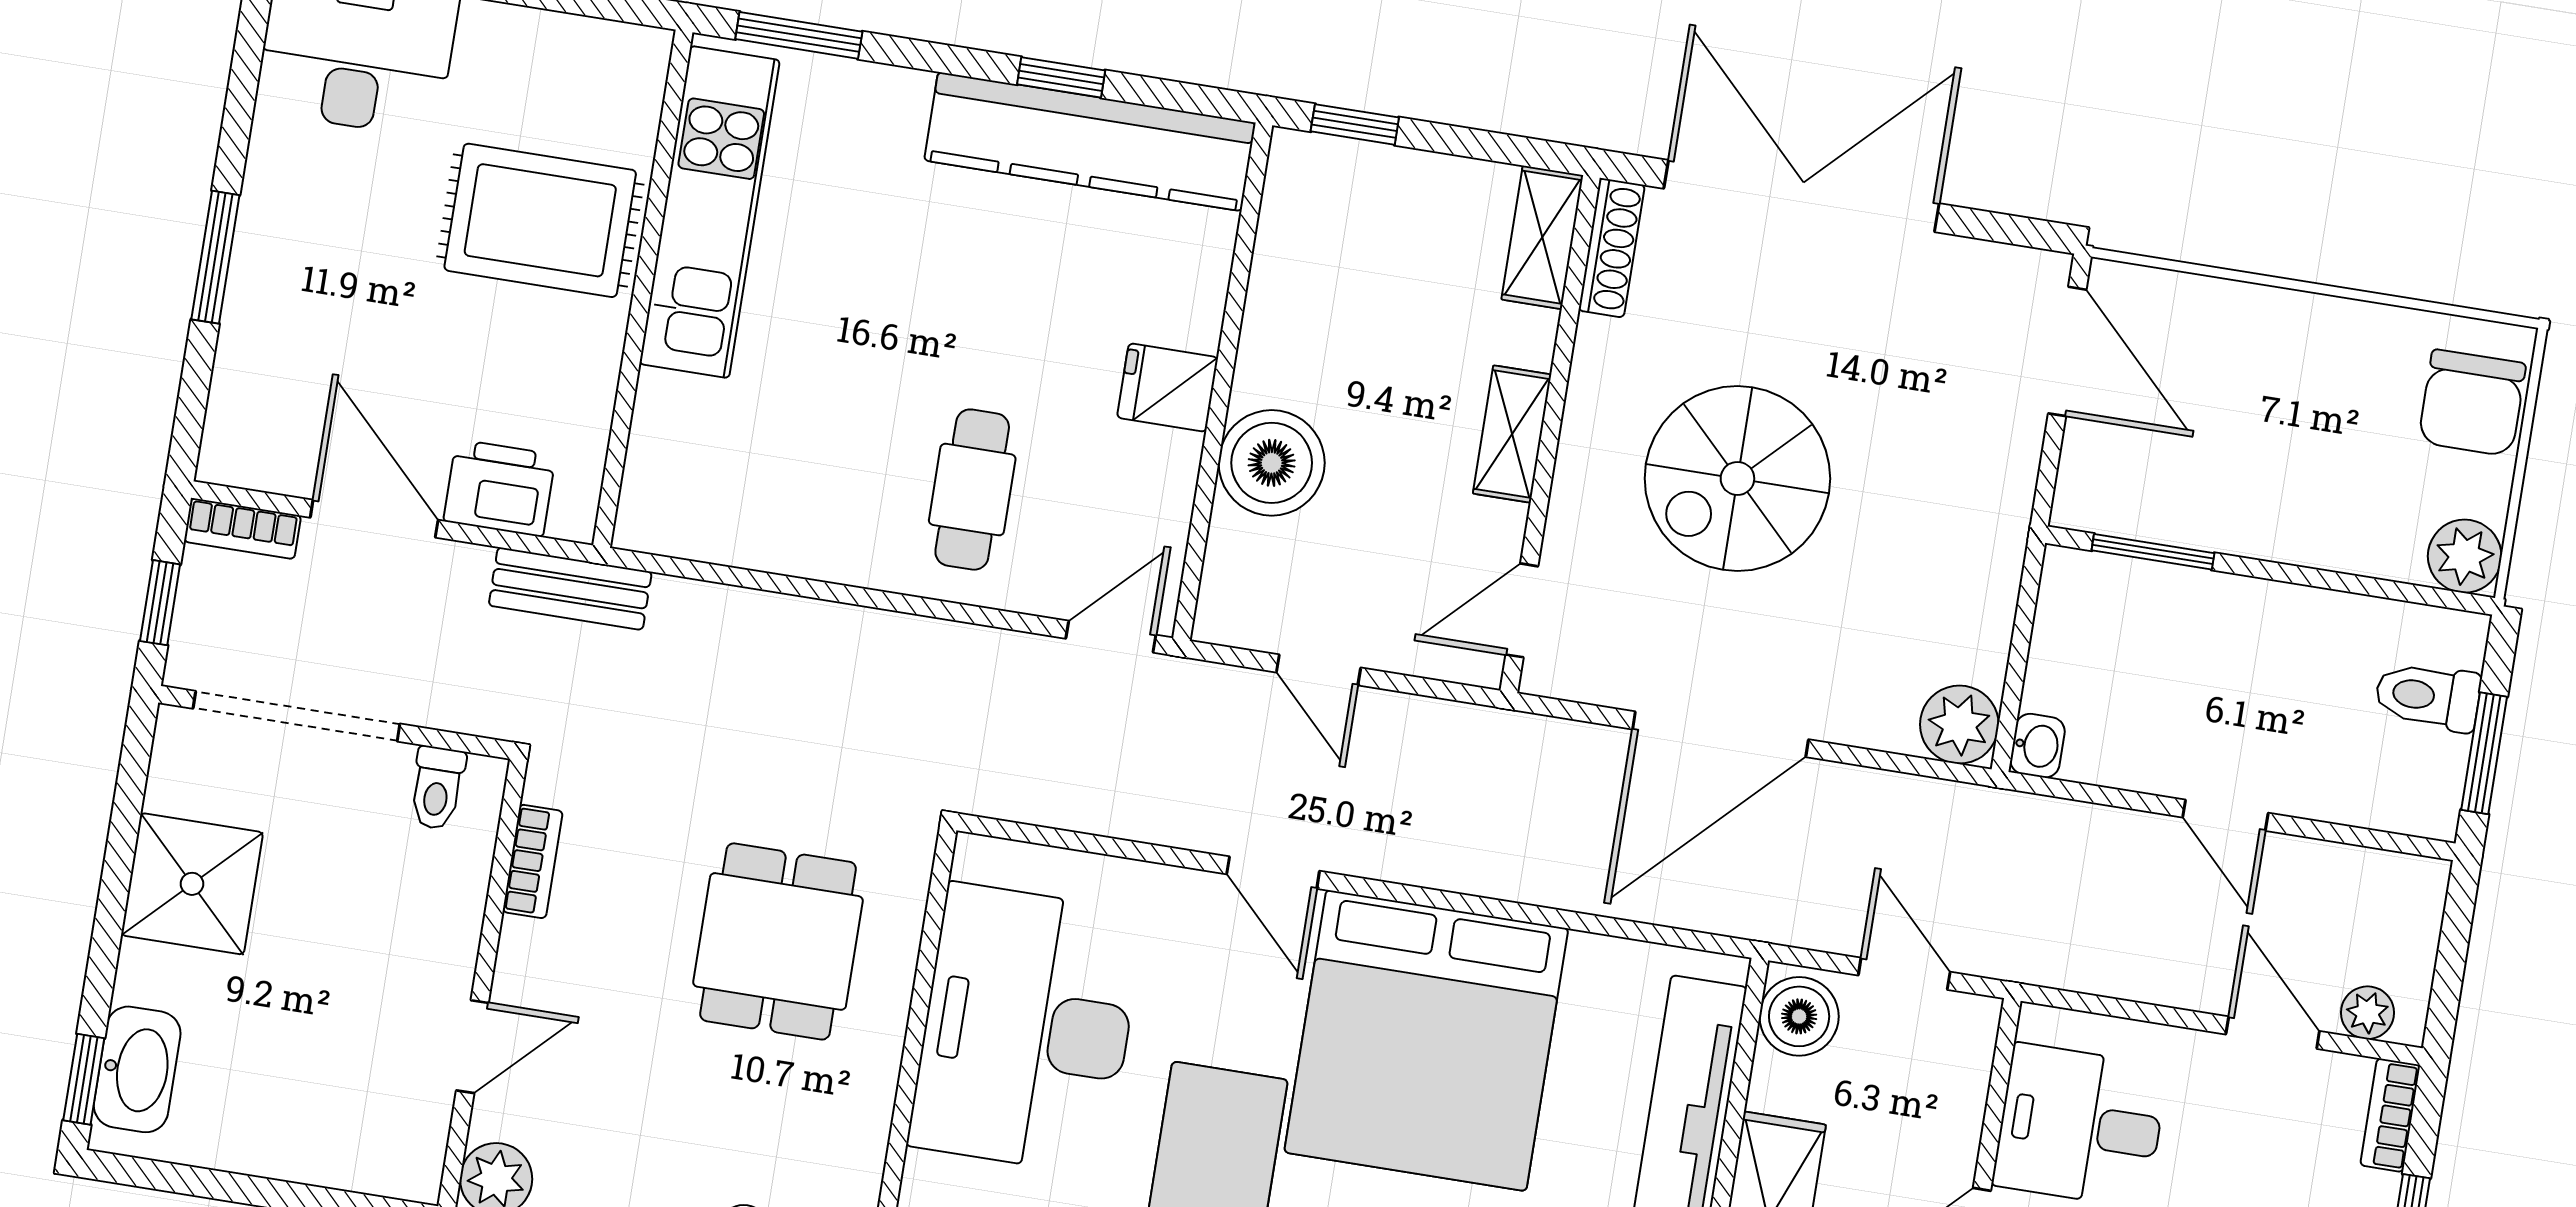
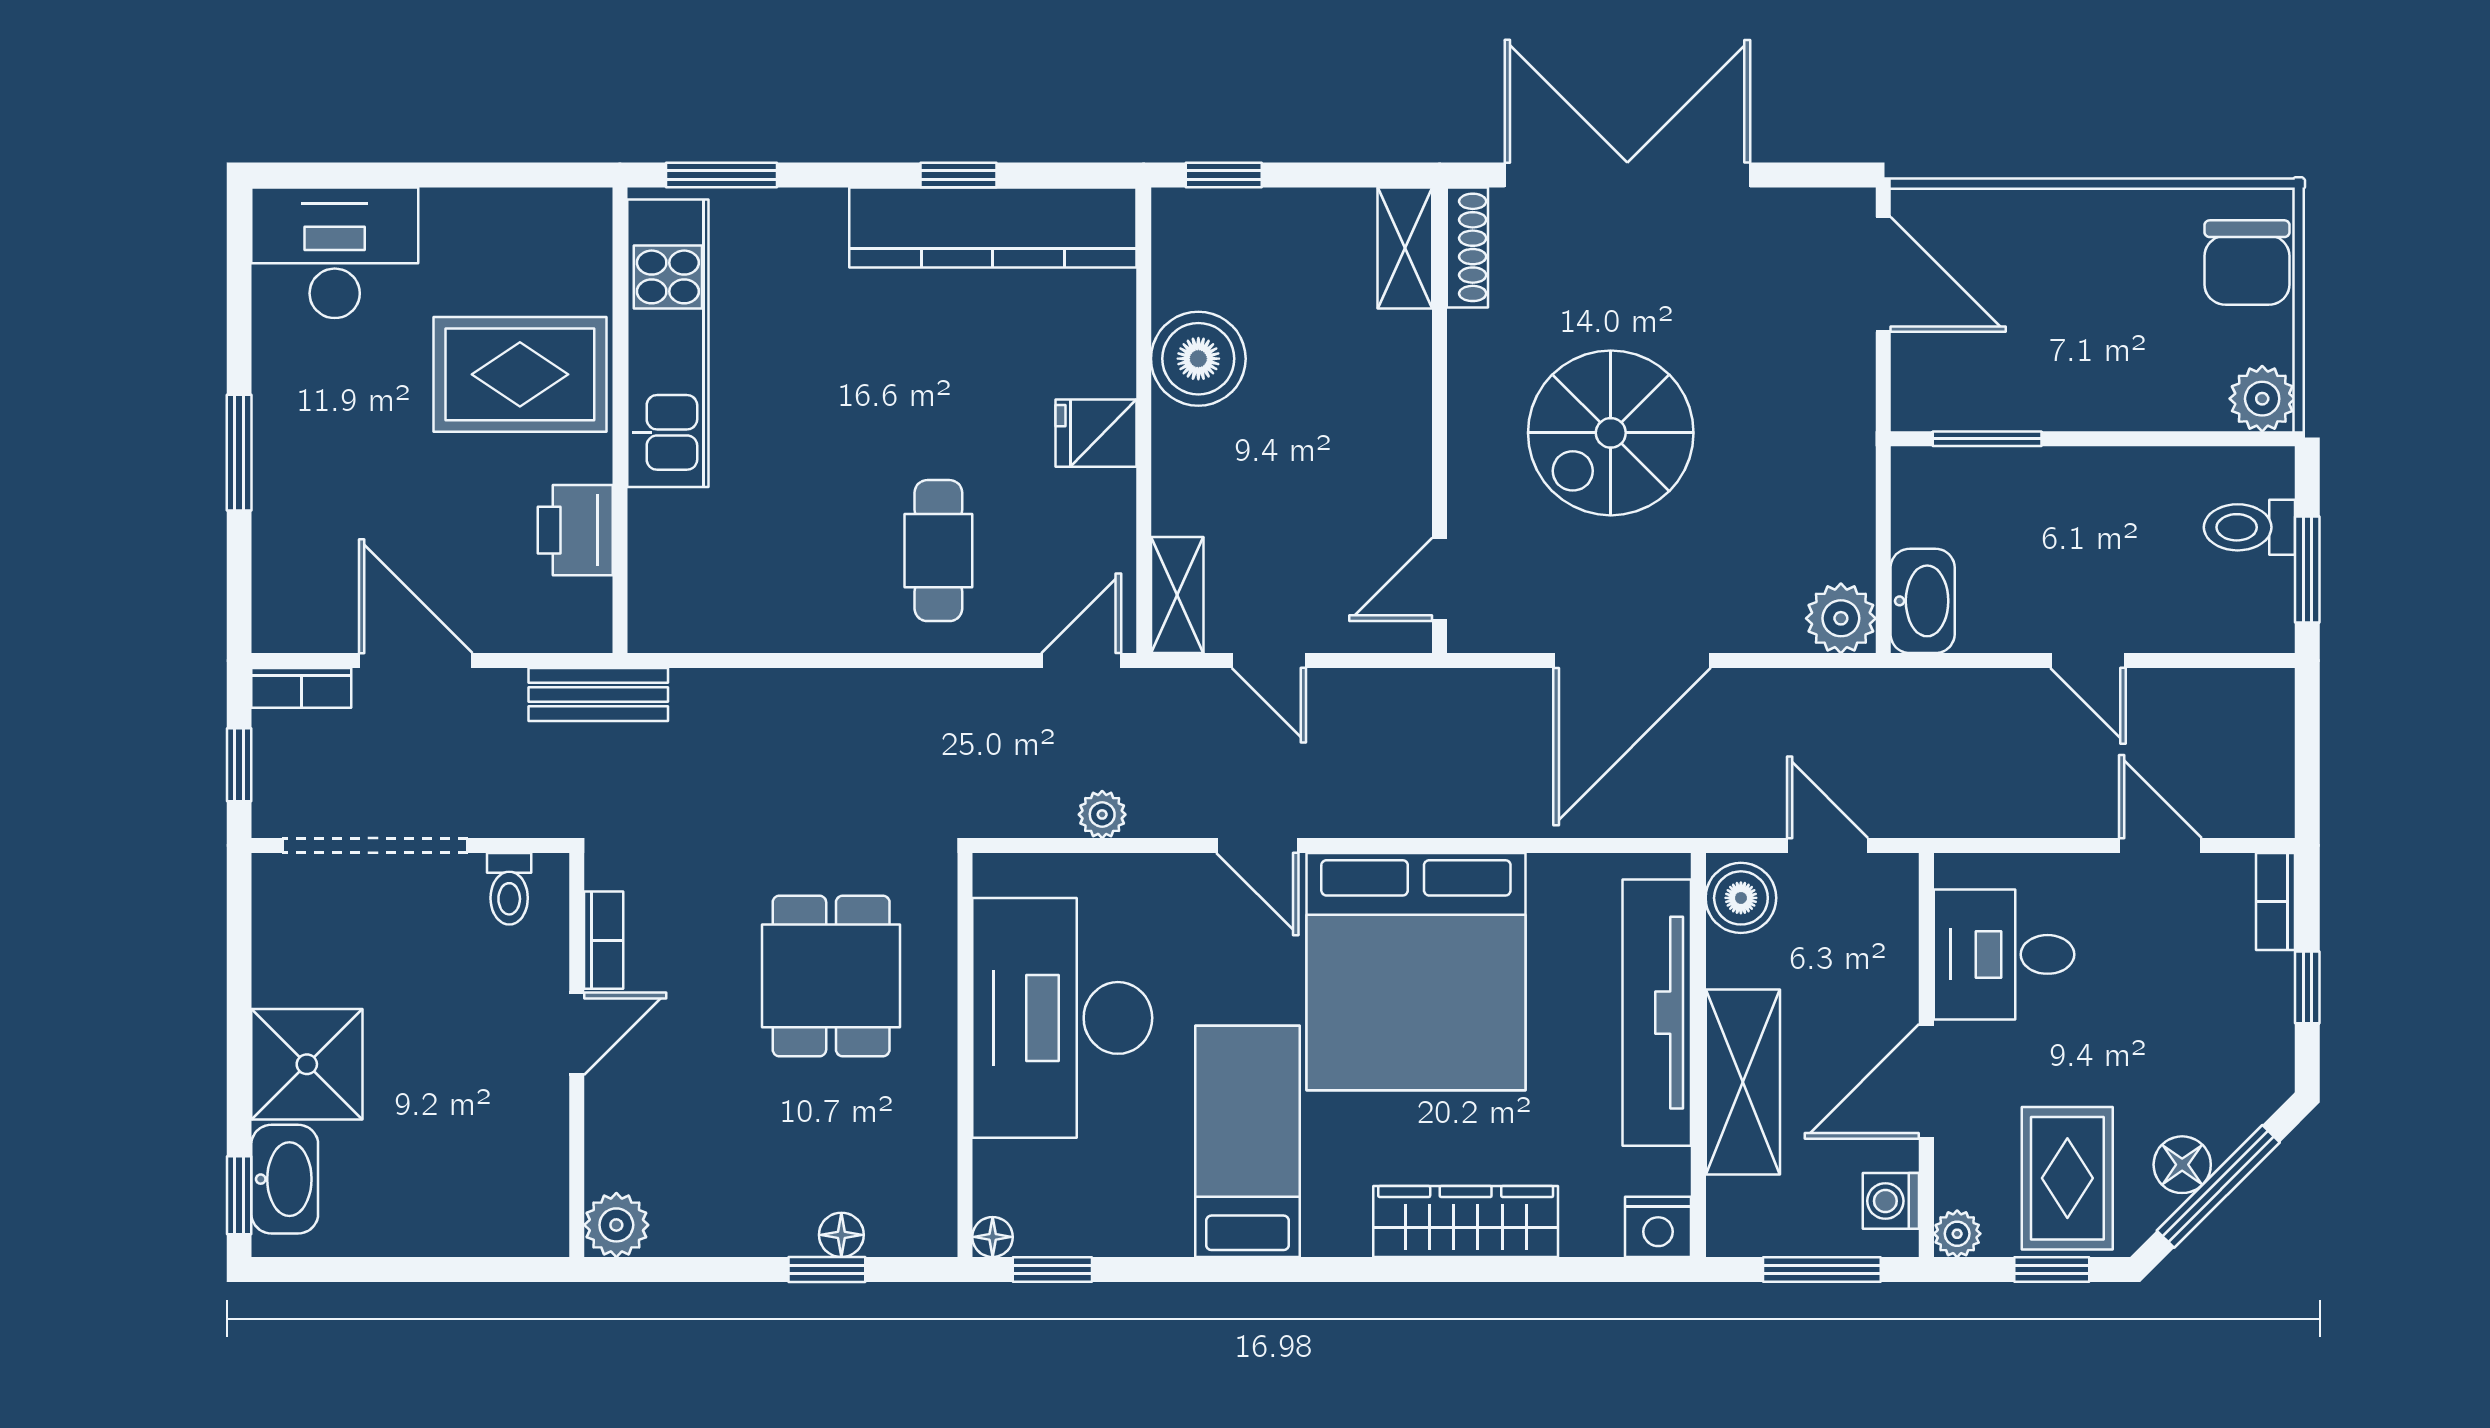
shelving: (1512, 434) -> (1177, 595), moved
boiler: (1272, 463) -> (1198, 359), moved
printer: (500, 488) -> (575, 530), moved, turned -90
washbasin: (2037, 746) -> (1923, 601), width x1.91, depth x1.45
shower: (192, 884) -> (307, 1064), moved
plant: (2367, 1013) -> (1102, 814), moved
door: (472, 1047) -> (577, 1034), moved

